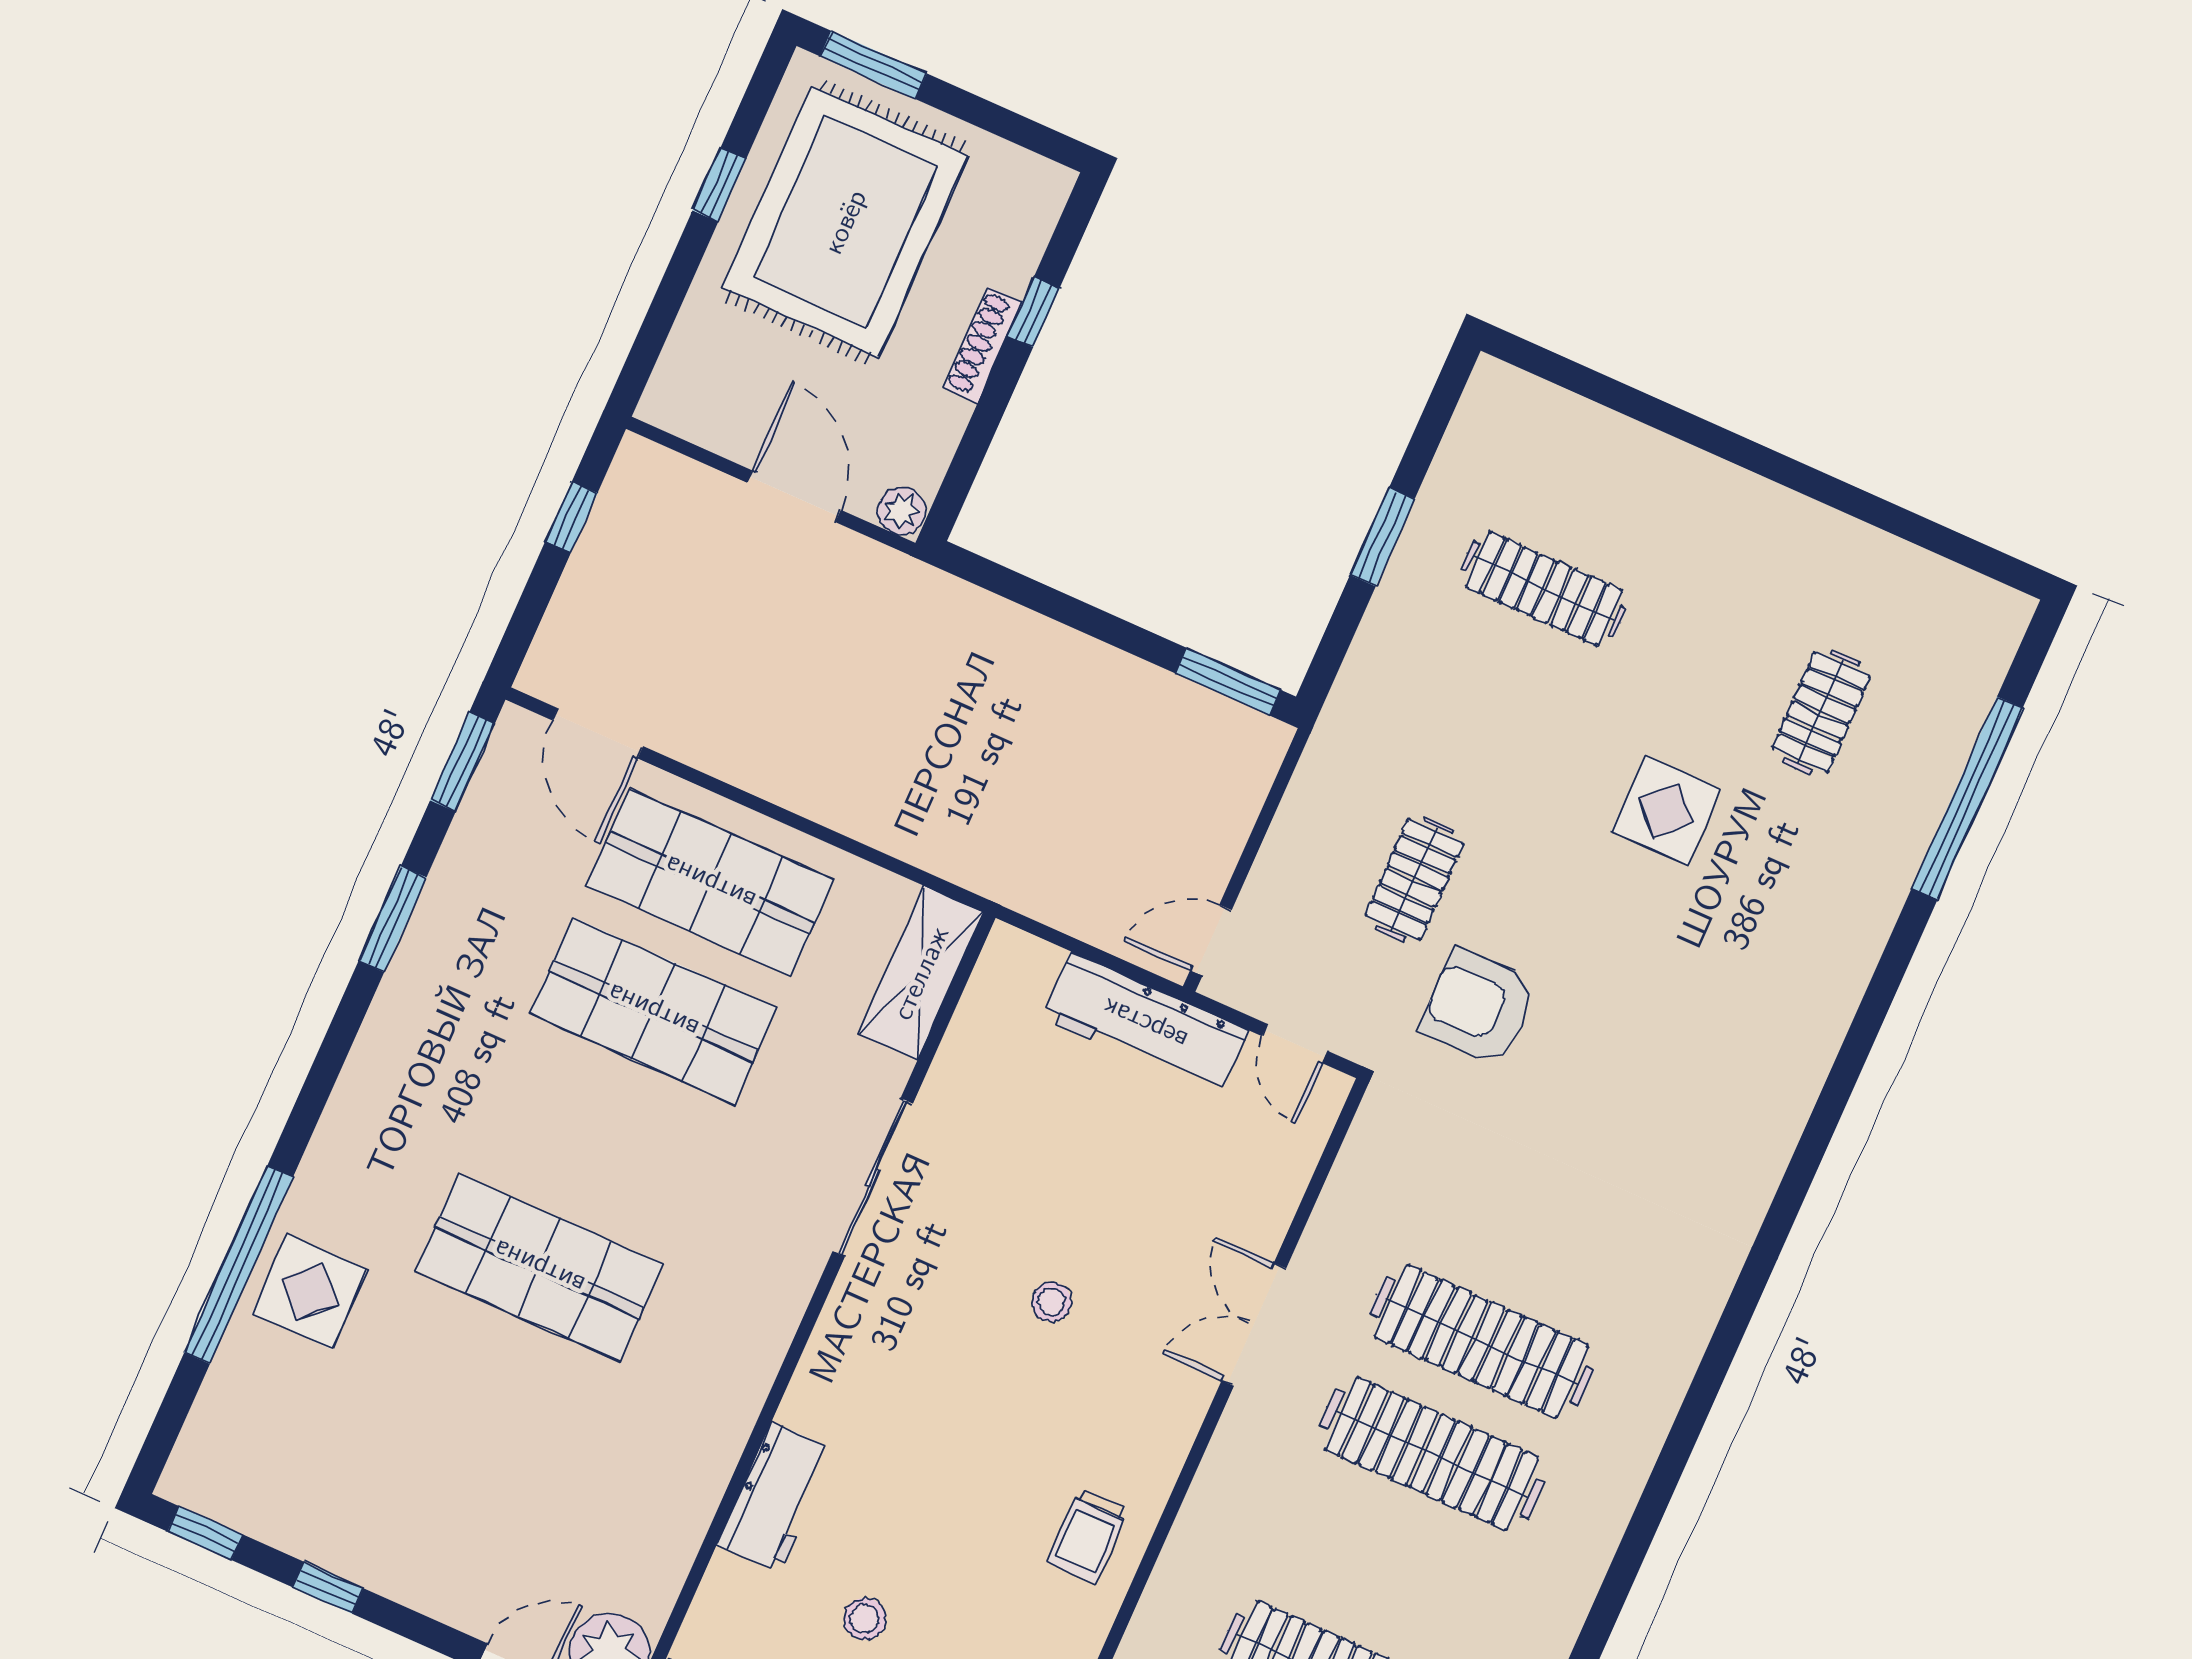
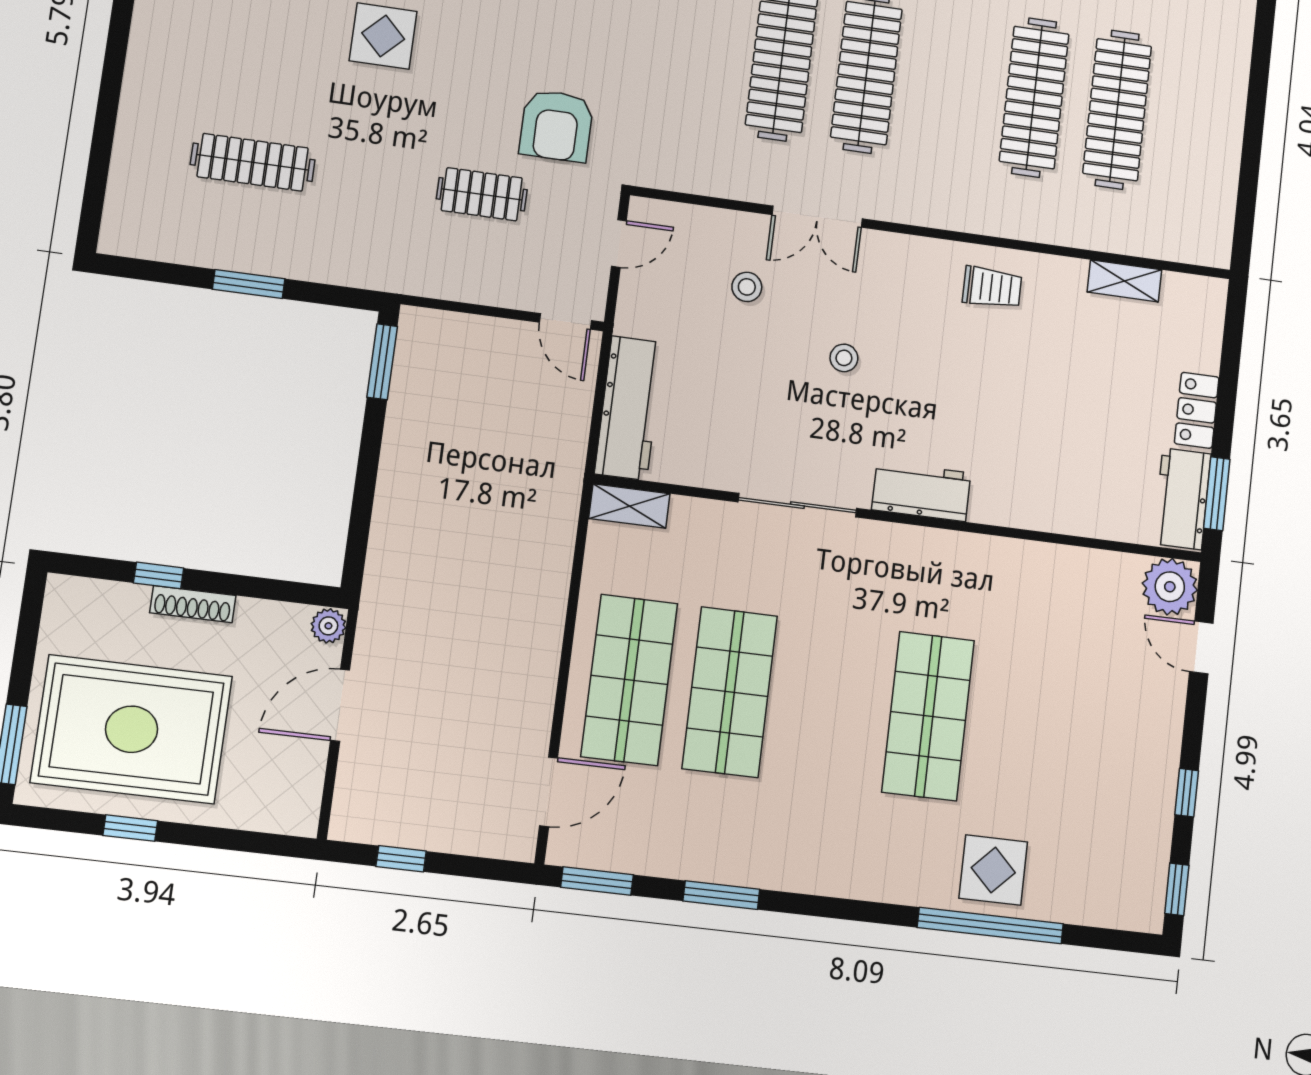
clothes rail: (1544, 589) -> (253, 162), turned 90
shelving: (921, 973) -> (629, 506), width x0.67, depth x0.75
workbench: (1145, 1024) -> (629, 408), moved
workbench: (776, 1497) -> (921, 491), moved
stool: (865, 1619) -> (747, 287), moved

